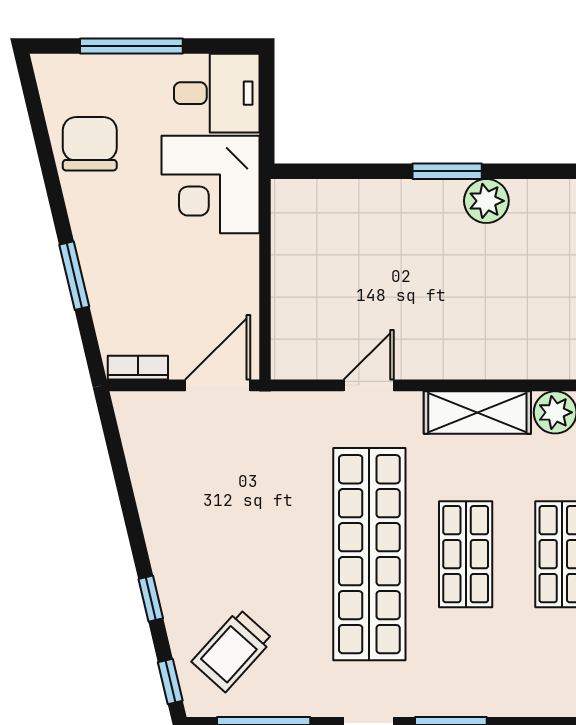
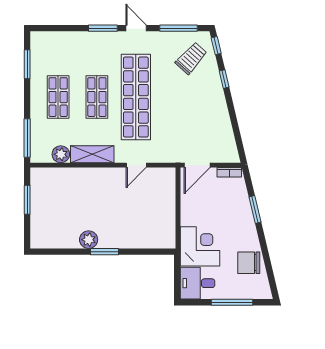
chair: (90, 144) -> (249, 263), turned 90

